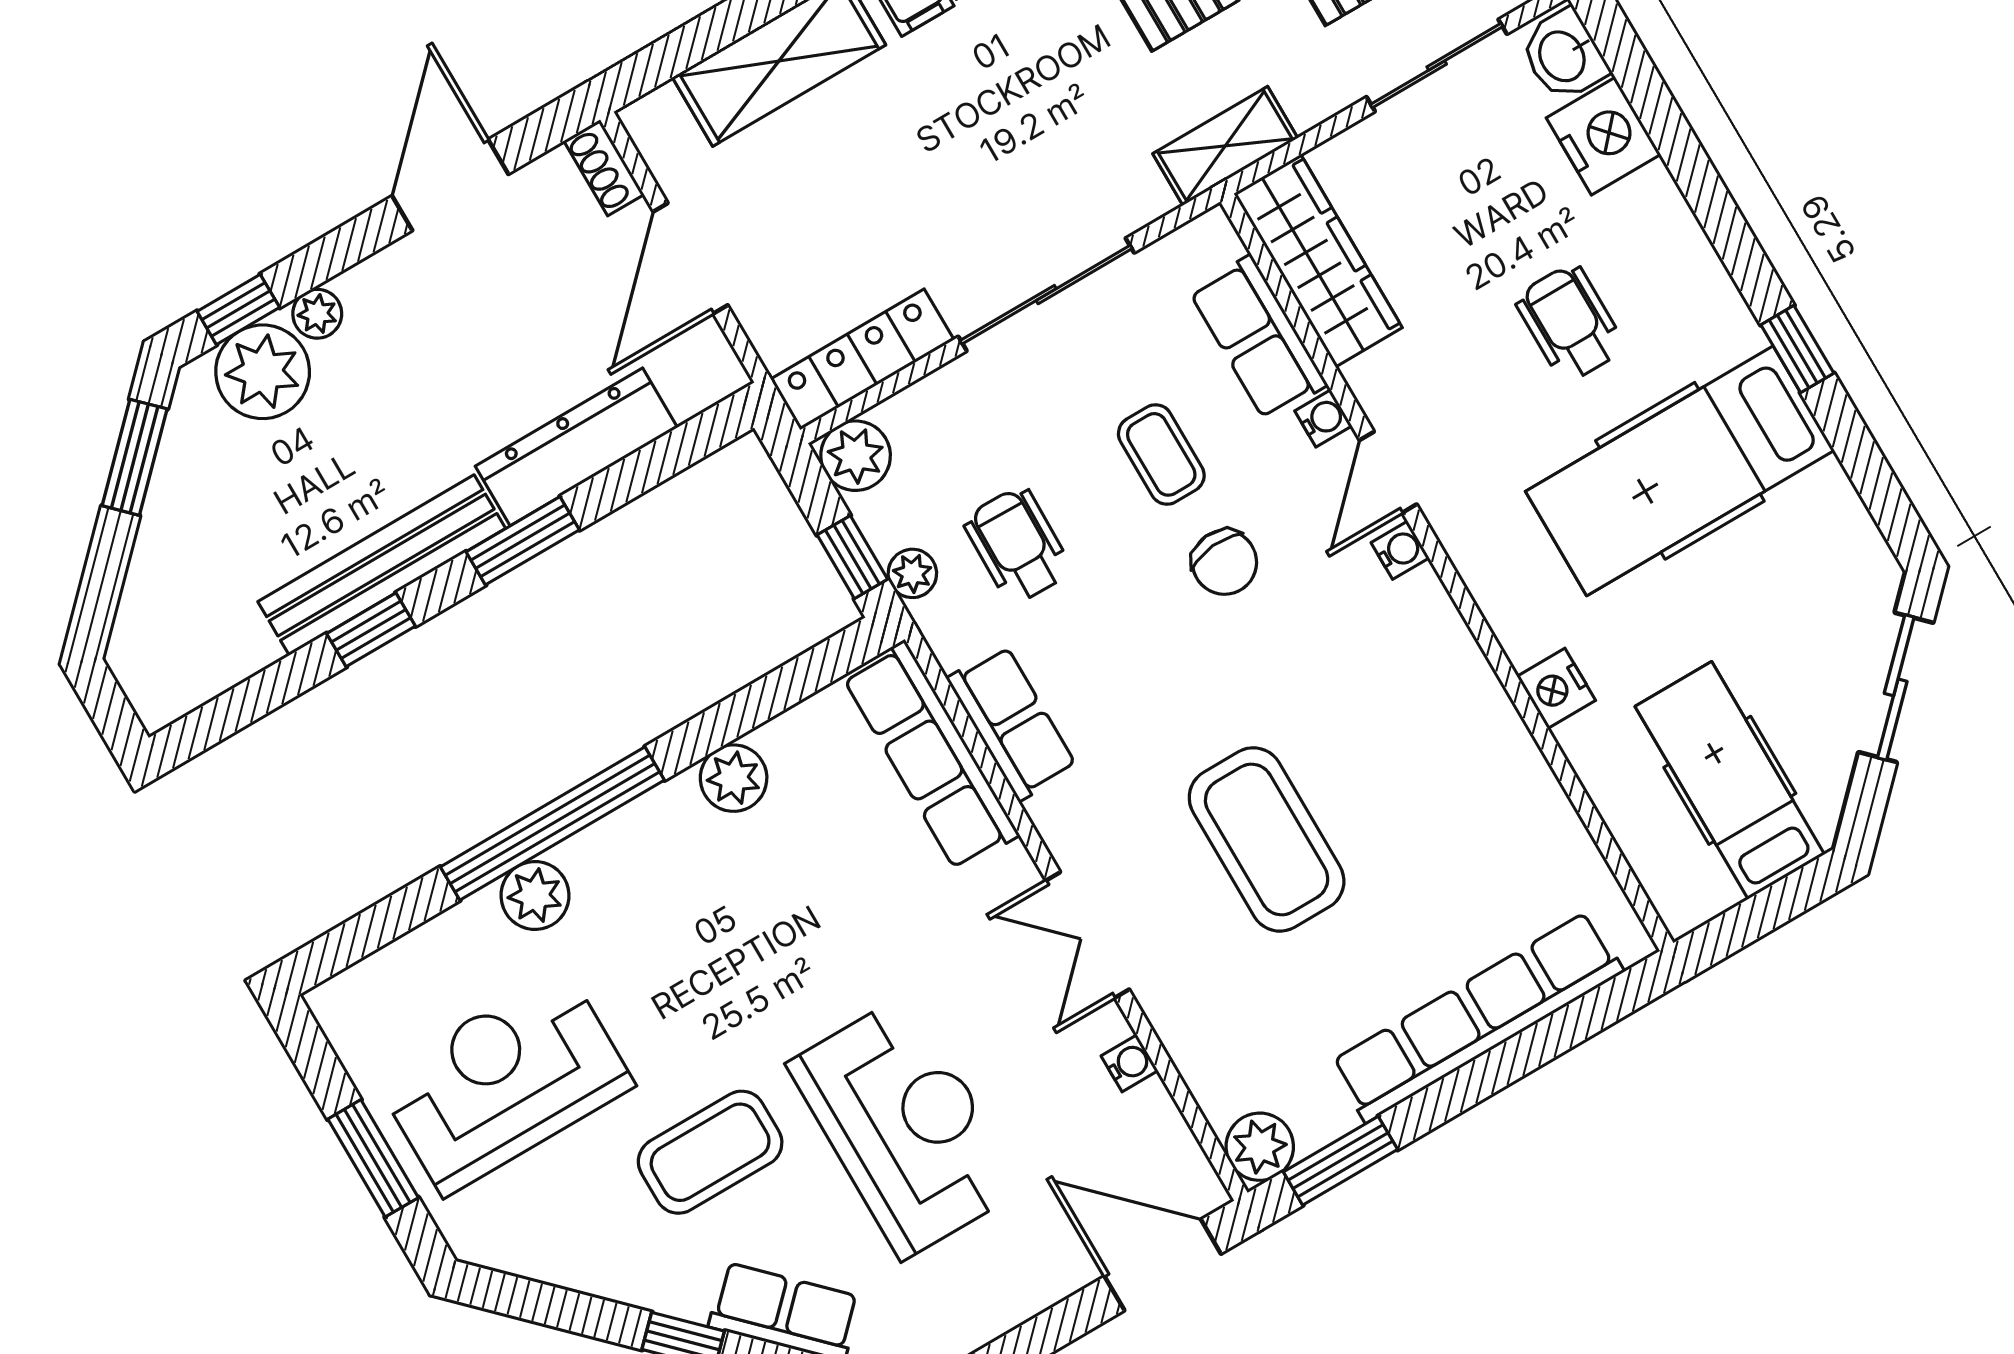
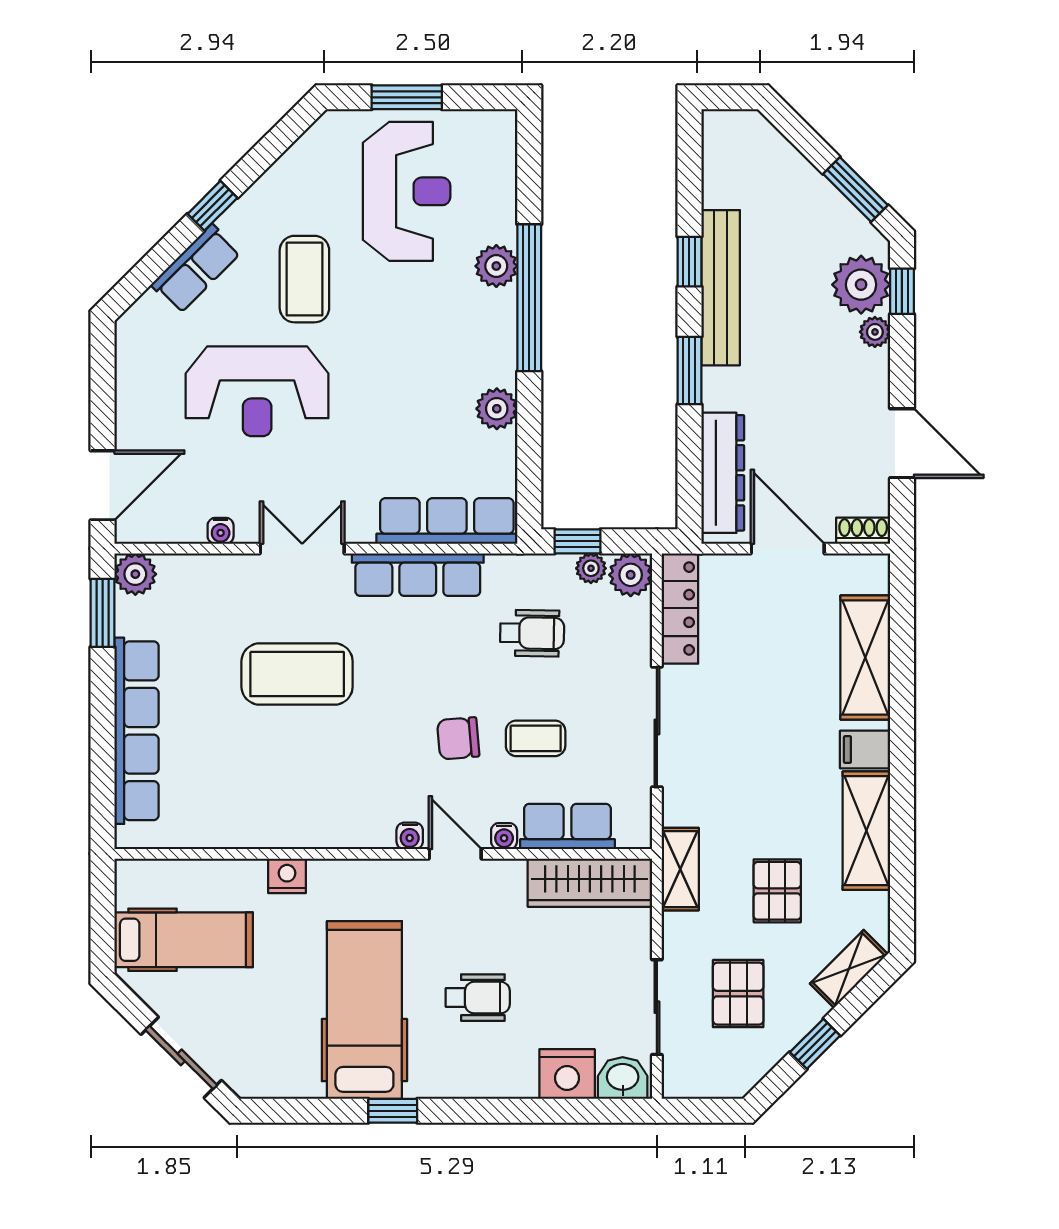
dresser: (576, 447) -> (723, 473), moved
plant: (912, 573) -> (591, 568), moved
row of seats: (1012, 723) -> (418, 575), width x1.48

